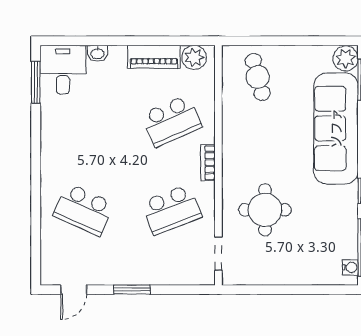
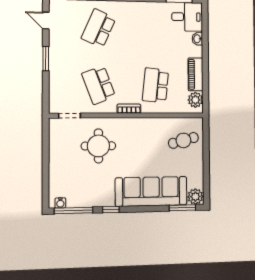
school desk: (172, 121) -> (155, 85), turned 30

